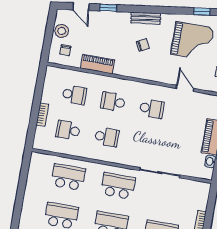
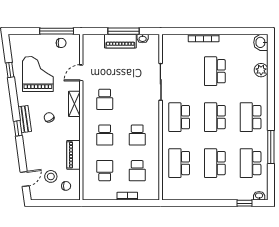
window: (108, 8) -> (18, 128), moved
stool: (62, 31) -> (51, 176), moved
shelving: (153, 75) -> (74, 104), added
school desk: (152, 109) -> (105, 99), turned 180
school desk: (107, 137) -> (137, 135), turned 180

